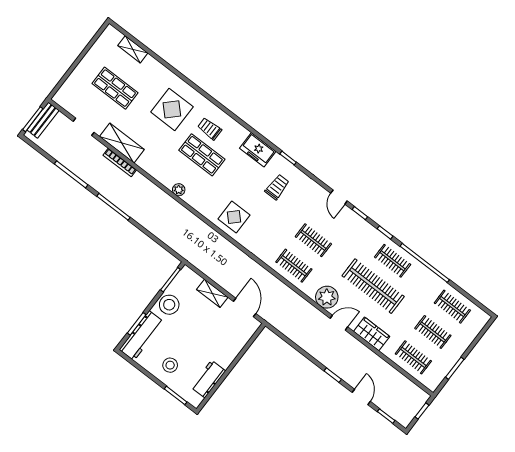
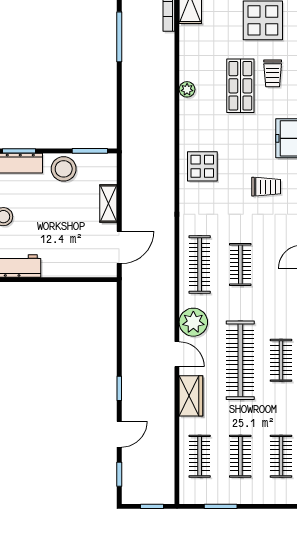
trolley: (210, 129) -> (273, 73), turned 180
clothes rail: (294, 266) -> (200, 265), width x1.36

